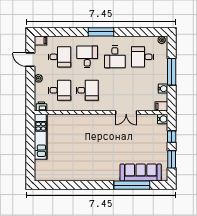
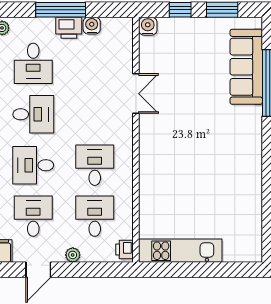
printer: (162, 76) -> (69, 28), added
filing cabinet: (161, 106) -> (124, 29), removed

